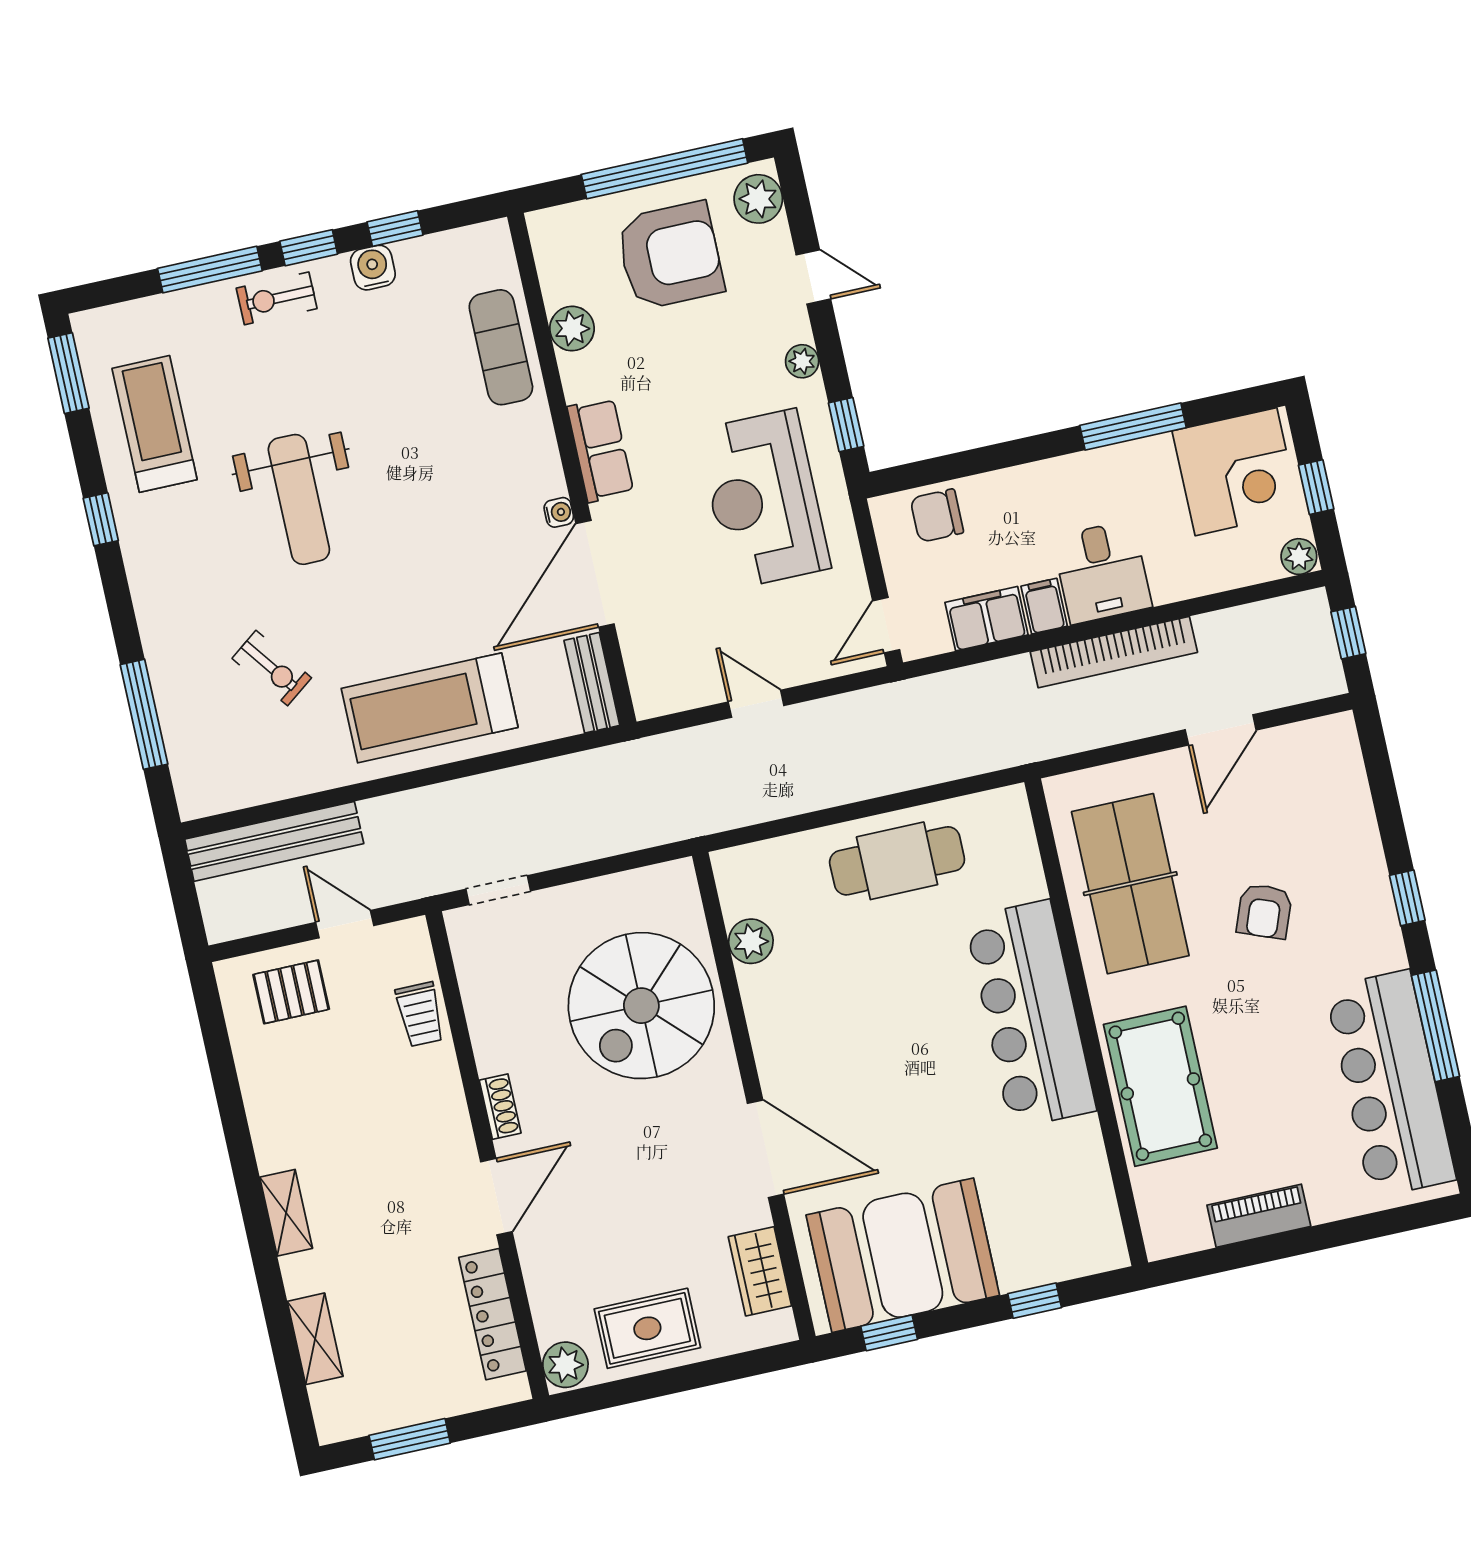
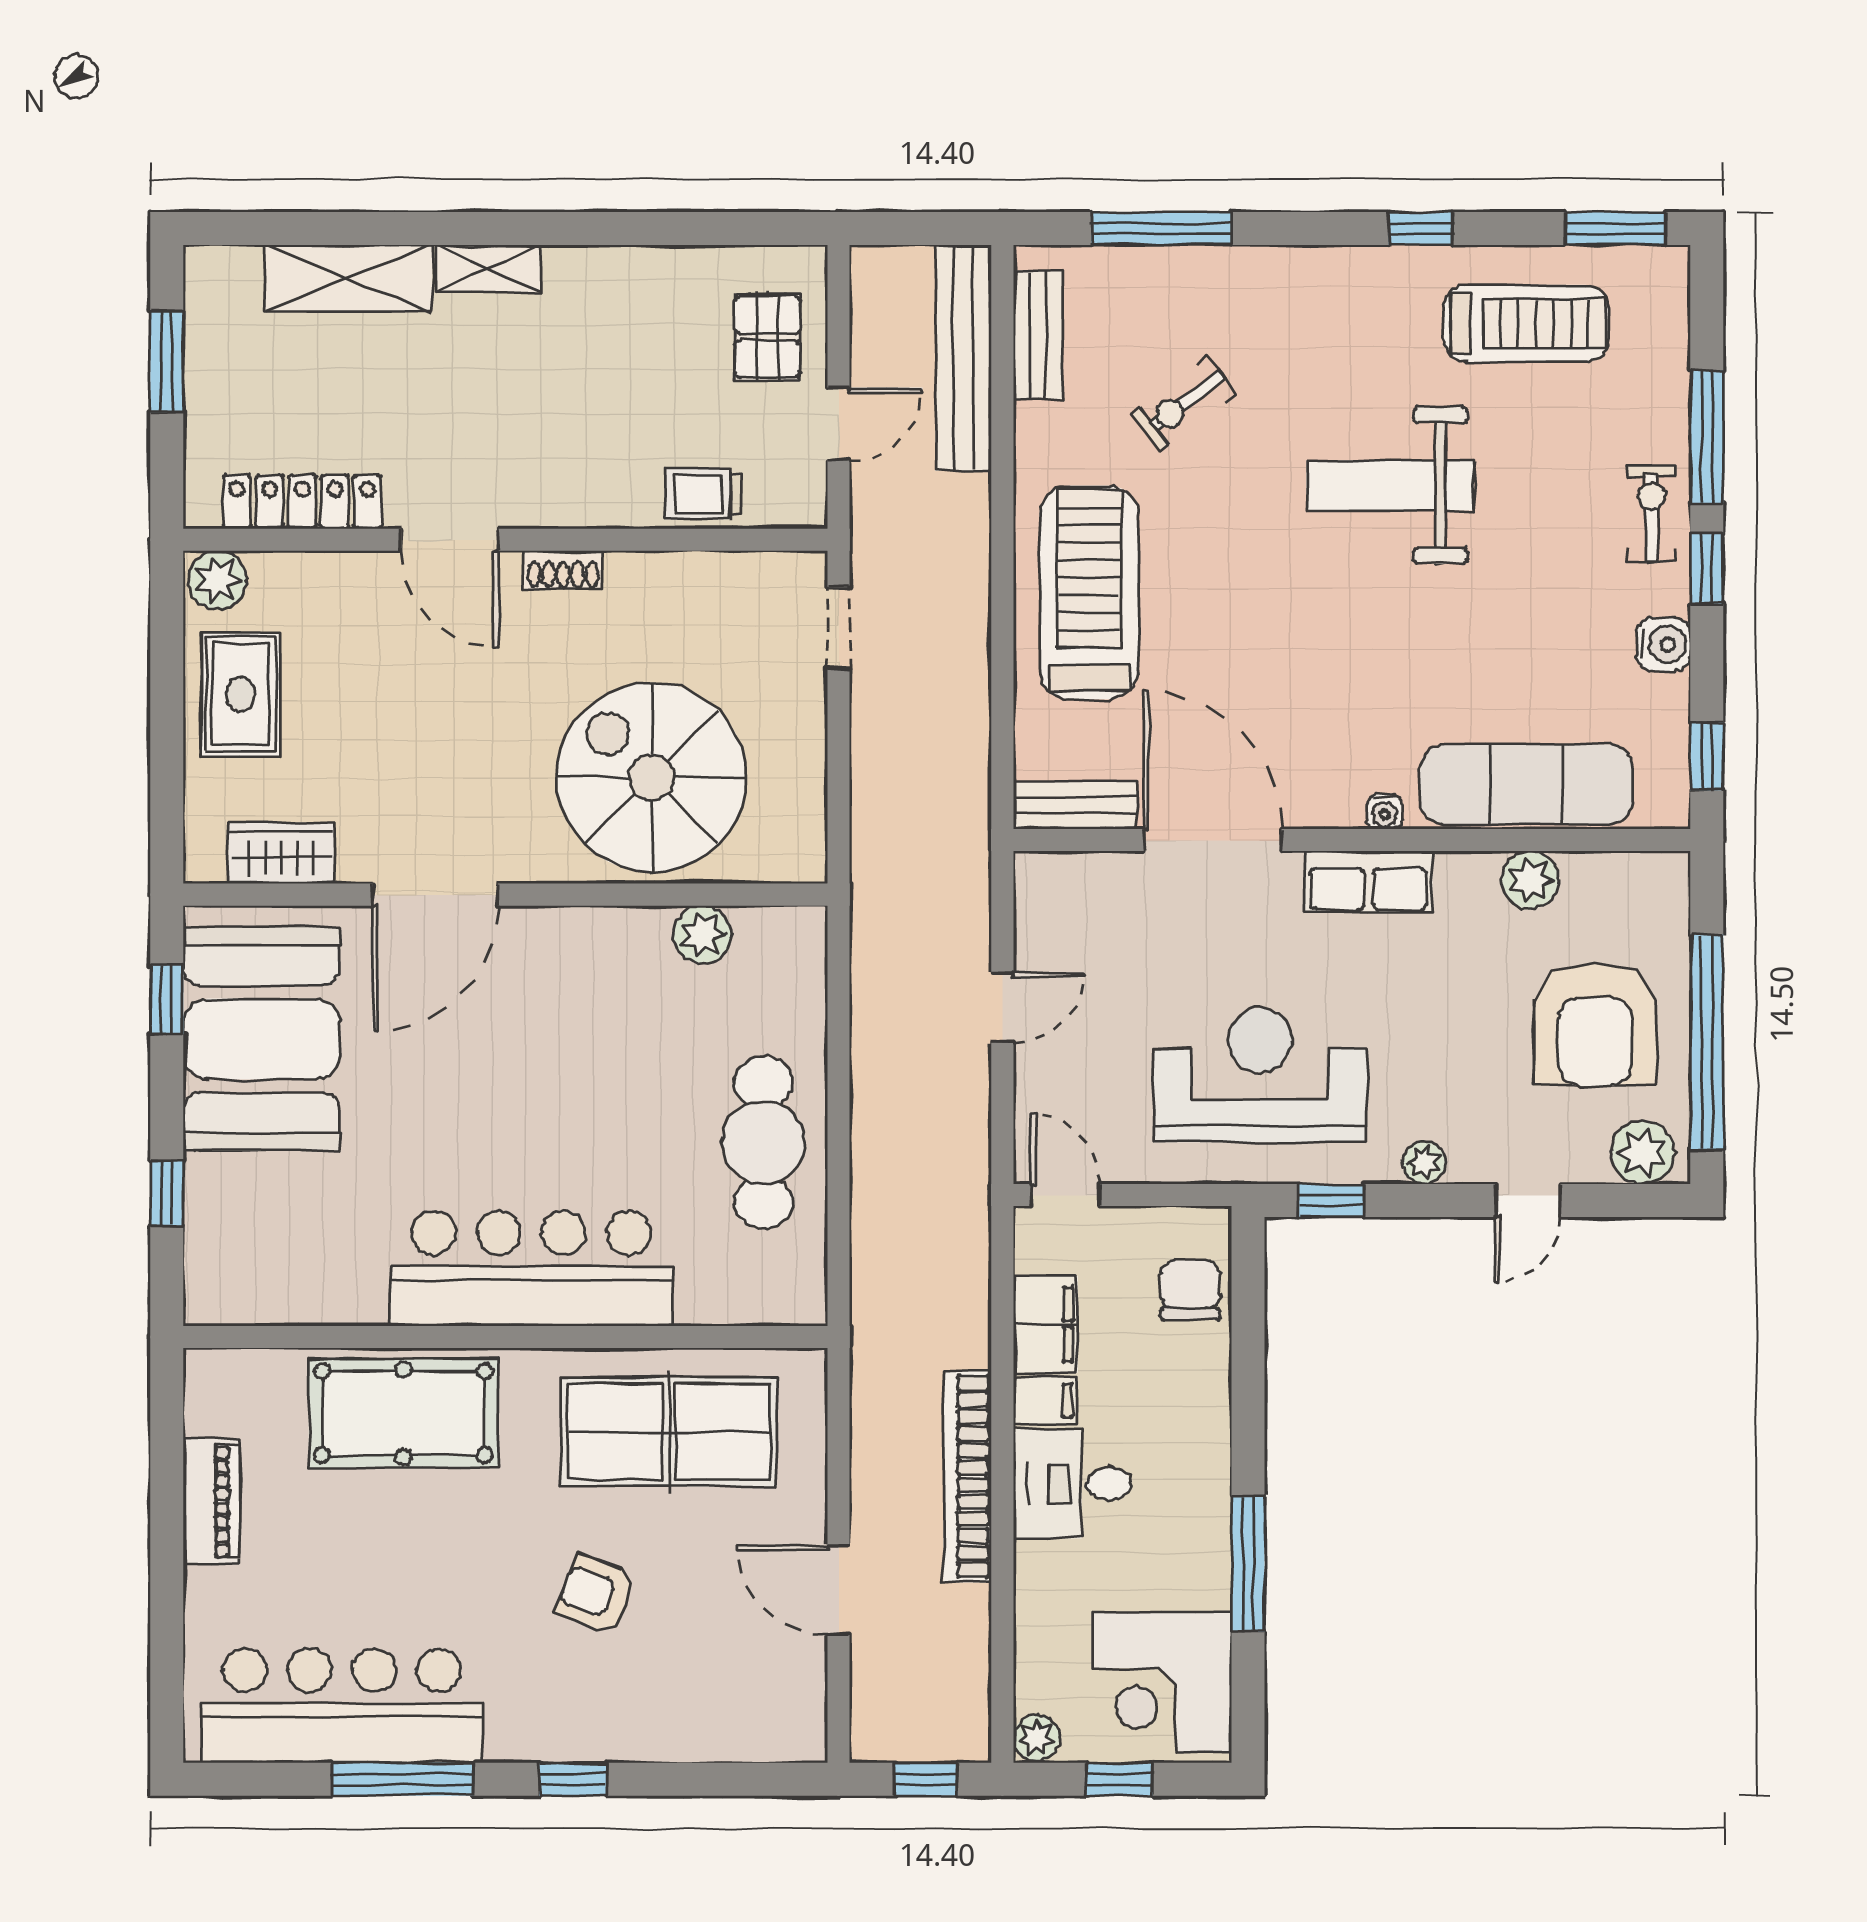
window: (395, 229) -> (1707, 756), moved
exercise mat: (501, 347) -> (1526, 784), width x1.36, depth x1.45
water cooler: (559, 512) -> (1385, 811), moved
bench: (245, 789) -> (1038, 335), added
shelving: (315, 1339) -> (348, 278), width x1.50, depth x1.33

